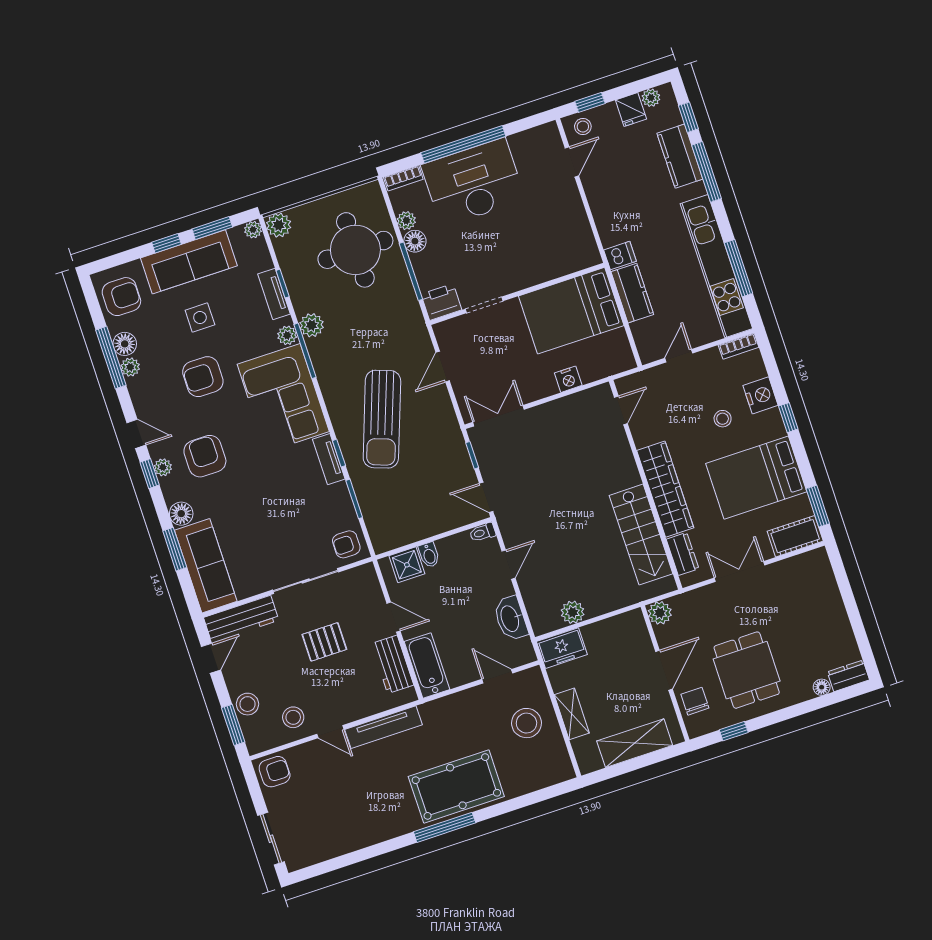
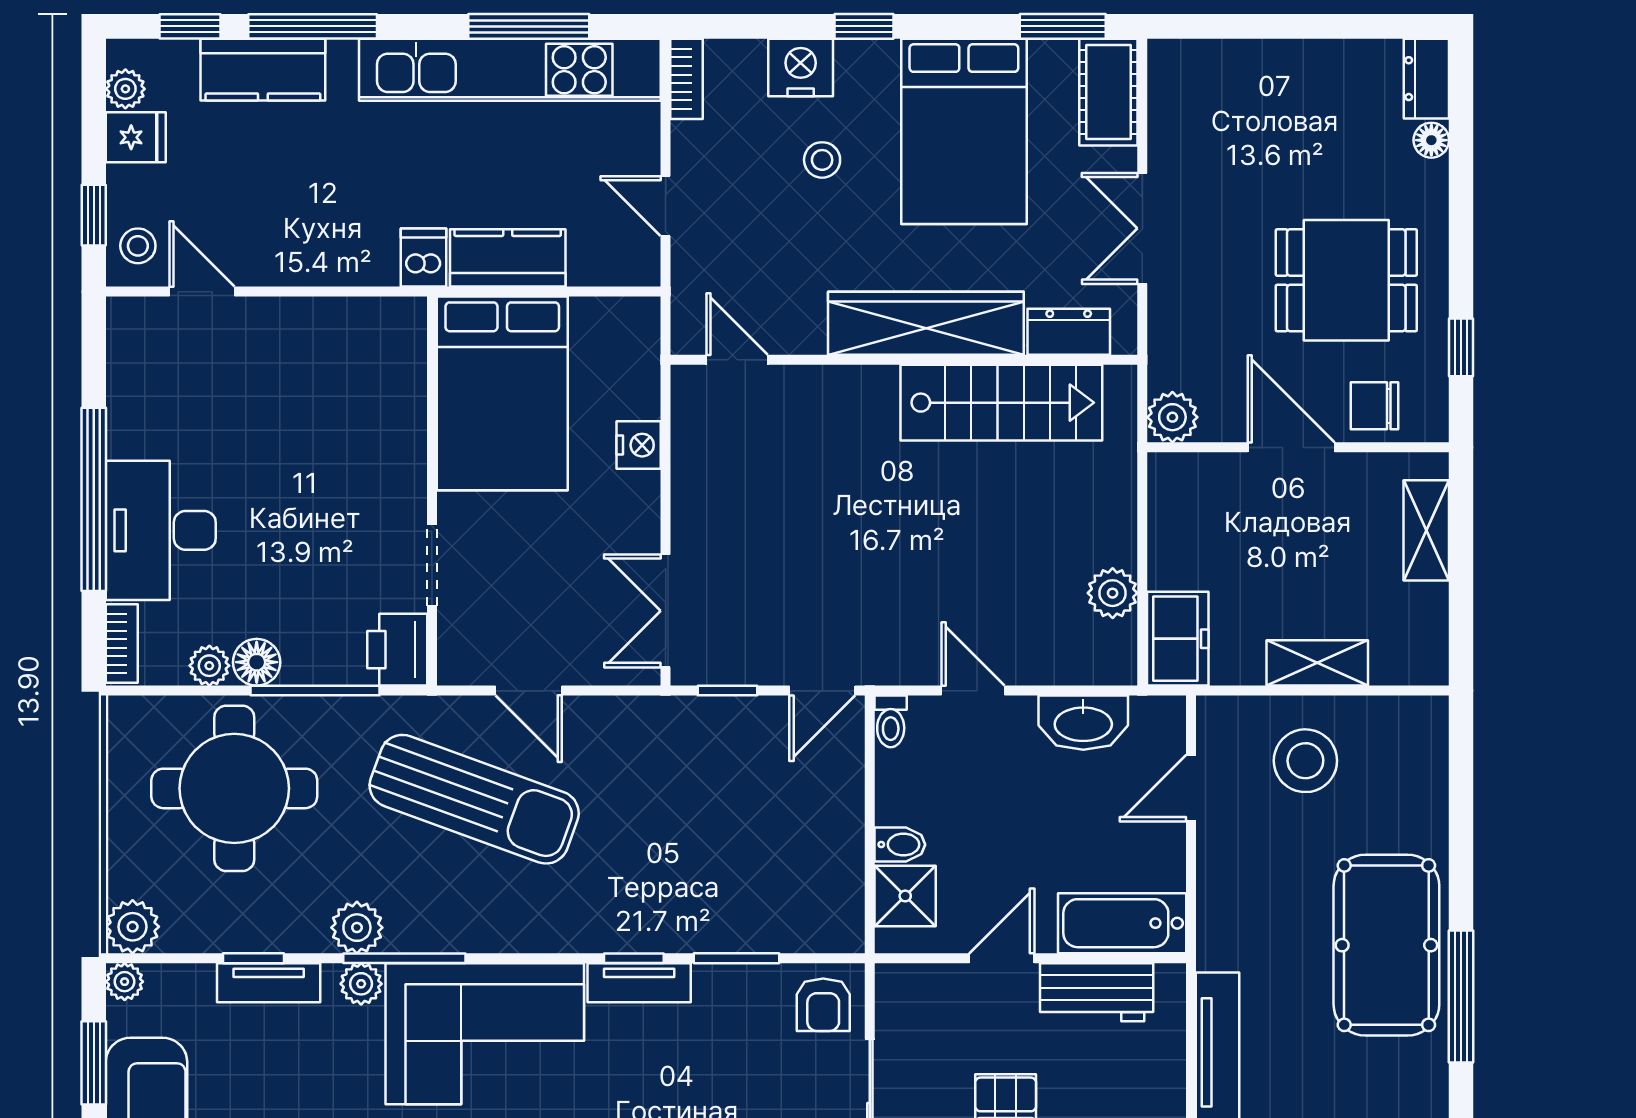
desk: (473, 182) -> (161, 530), width x0.73, depth x0.77
sun lounger: (382, 419) -> (474, 799), moved
shelving: (635, 743) -> (1426, 530), width x0.67, depth x0.75

